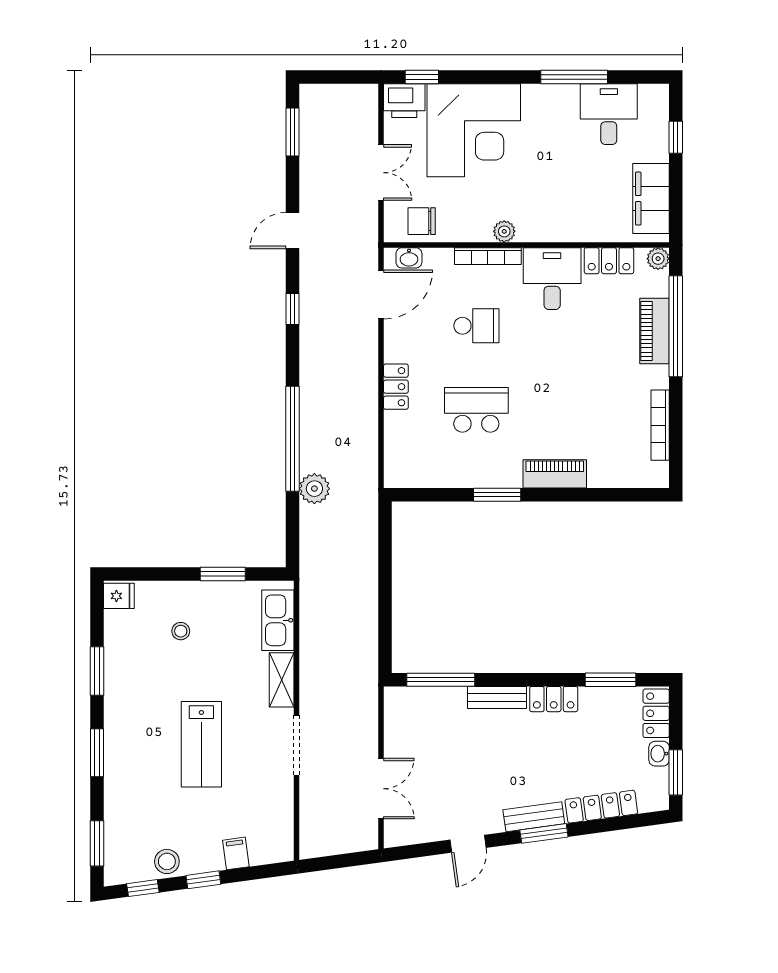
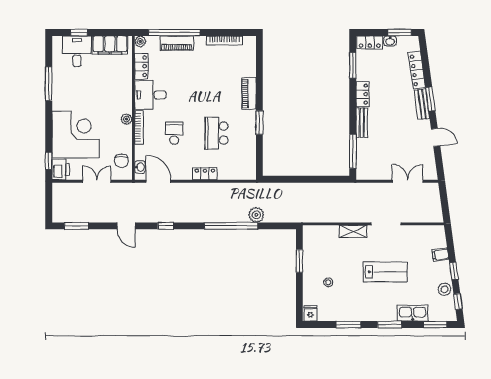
desk: (609, 114) -> (77, 51), moved, turned 90
kitchen sink: (278, 620) -> (413, 313), moved, turned 180

